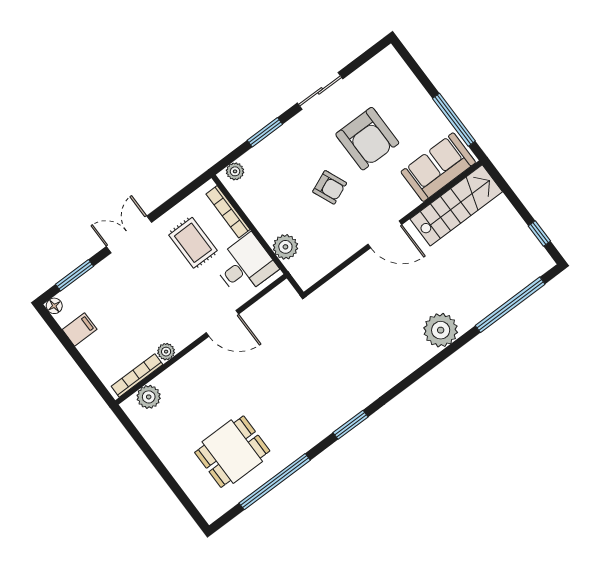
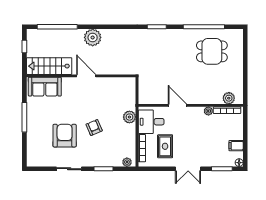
sofa: (438, 167) -> (45, 87), moved
stairs: (456, 205) -> (49, 66), moved
wall: (393, 228) -> (81, 76), moved
door: (385, 234) -> (86, 76), moved

